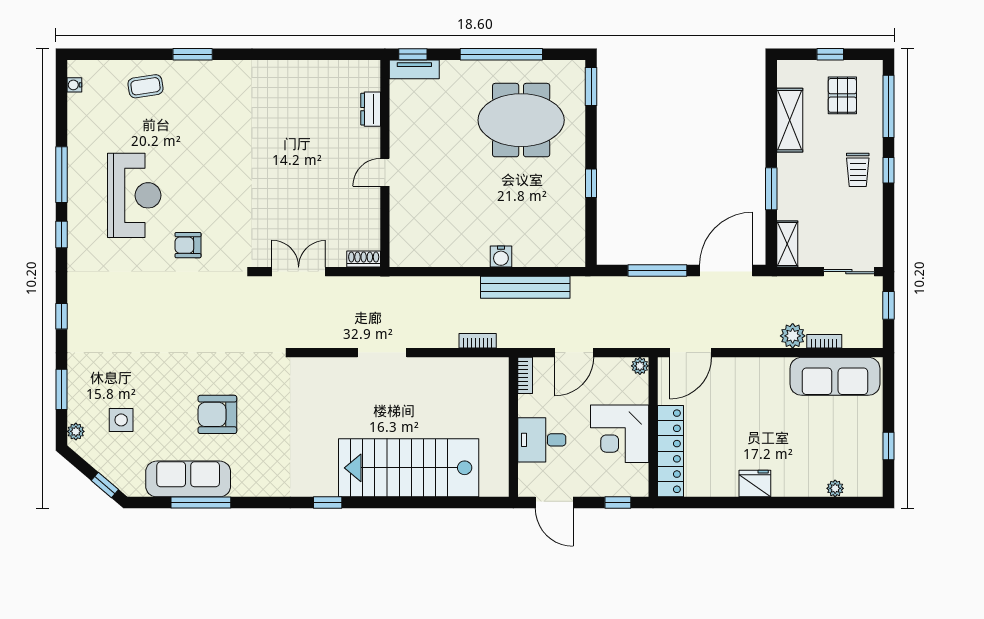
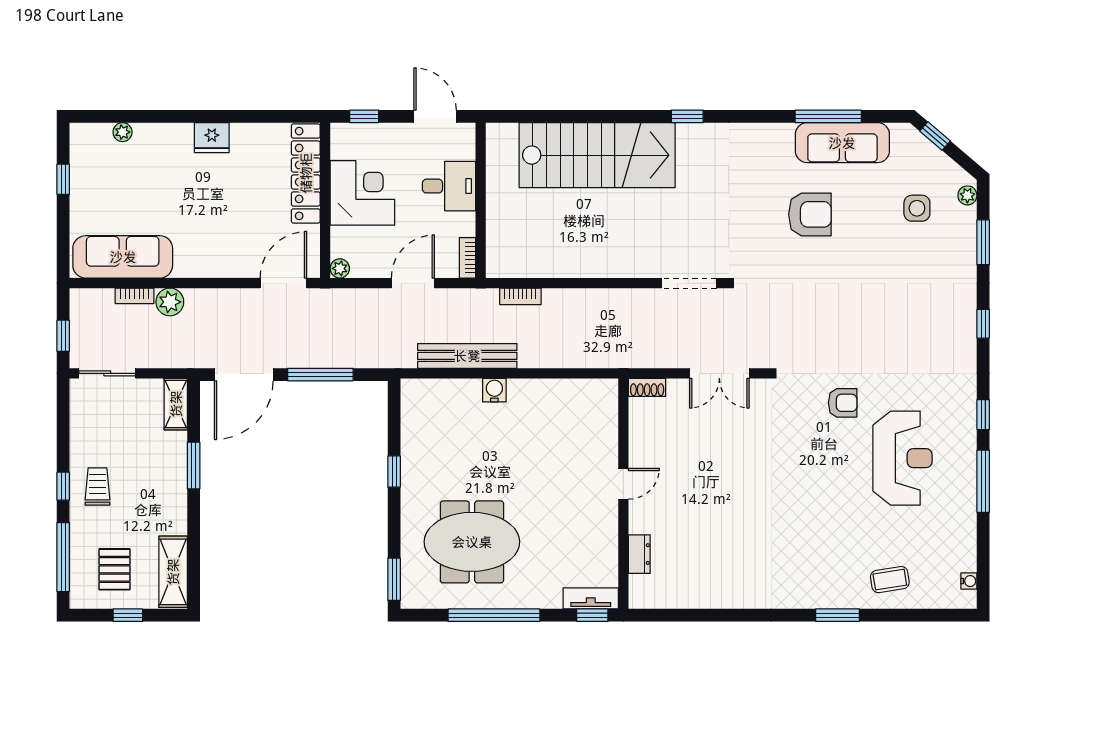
shelving: (790, 120) -> (173, 572), moved
reception desk: (134, 195) -> (902, 458), turned 180
doorway: (382, 353) -> (689, 283), moved

